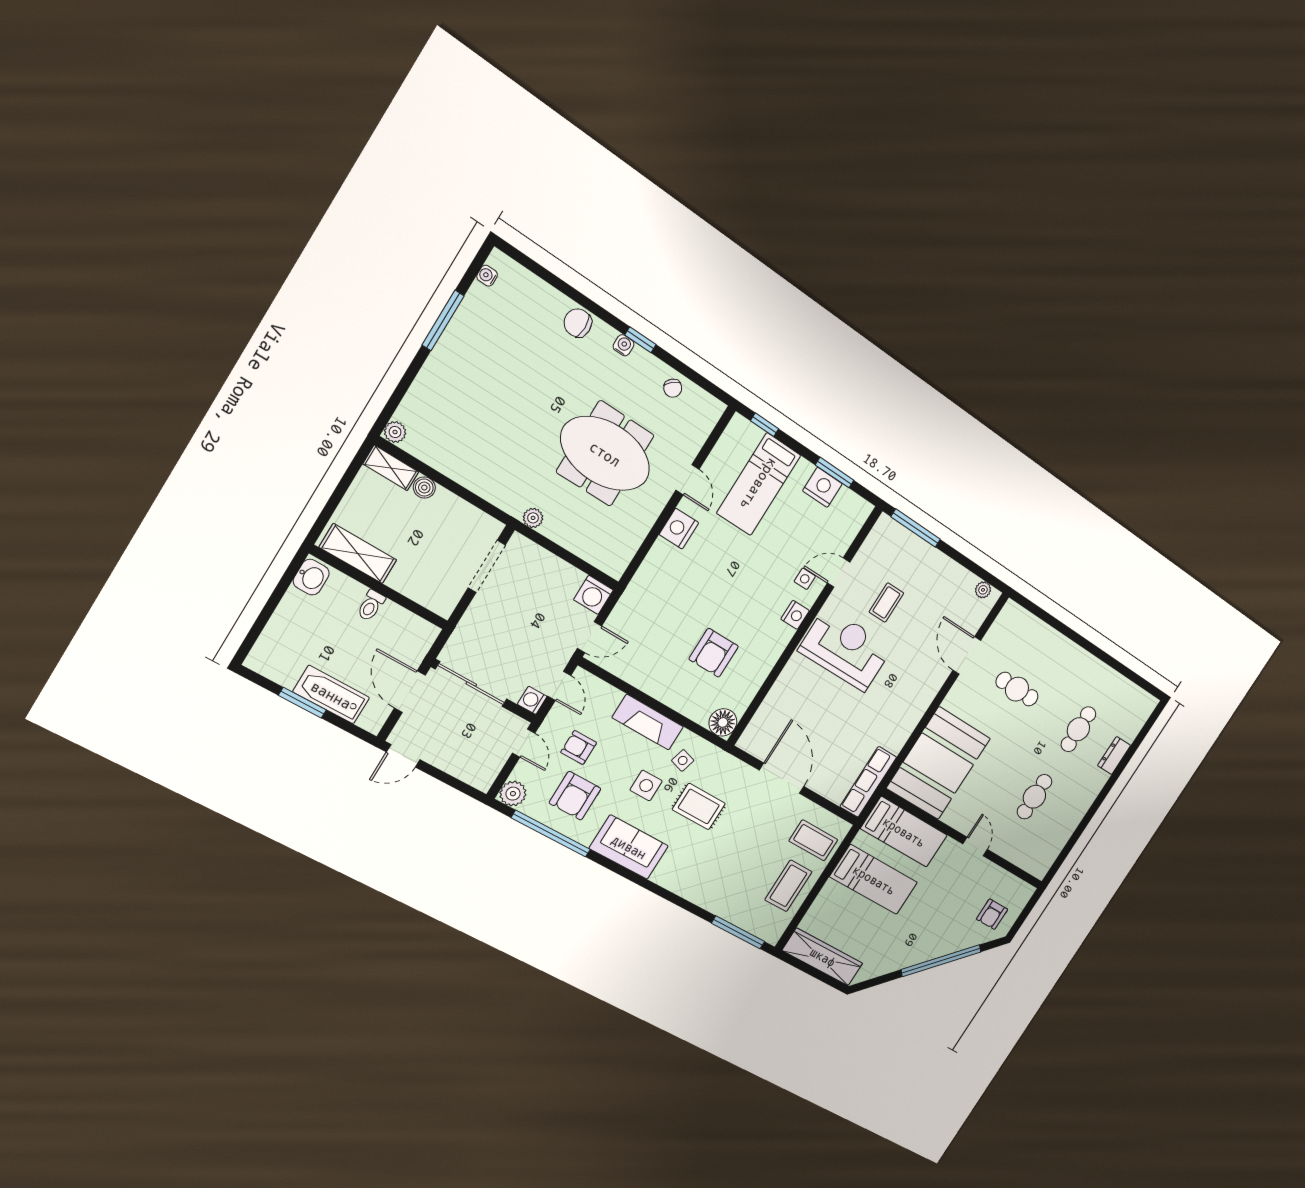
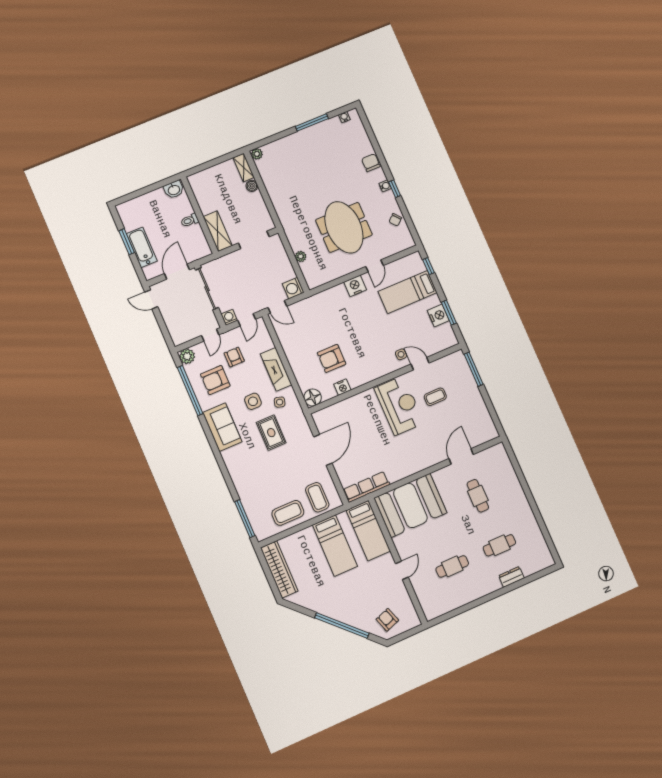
plant: (533, 518) -> (301, 256), moved
shelving: (358, 554) -> (218, 231), moved
plant: (983, 590) -> (490, 427), removed
nightstand: (795, 615) -> (342, 387), moved
armchair: (992, 914) -> (387, 620), turned 71

